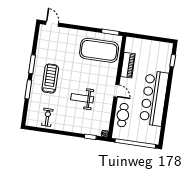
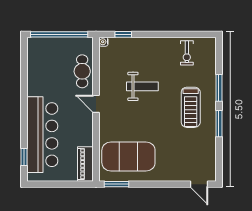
piano: (128, 65) -> (85, 164), moved
bar counter: (154, 98) -> (42, 135), moved

